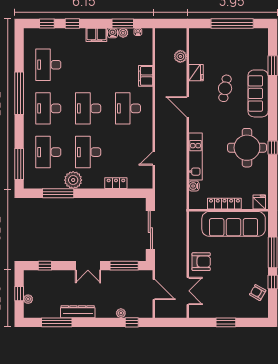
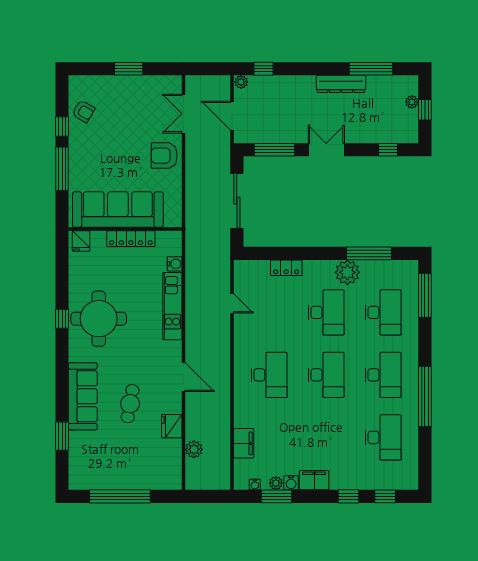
filing cabinet: (146, 76) -> (244, 443), moved
door: (154, 158) -> (232, 303), hinge flipped
plant: (121, 313) -> (241, 82), moved

